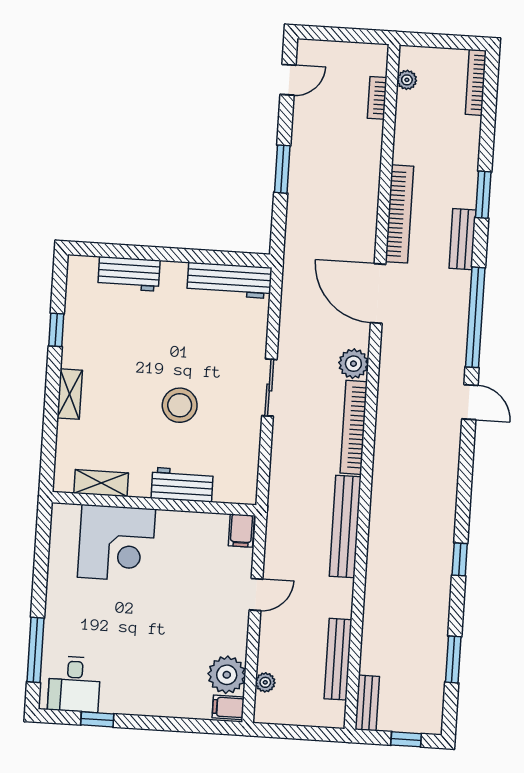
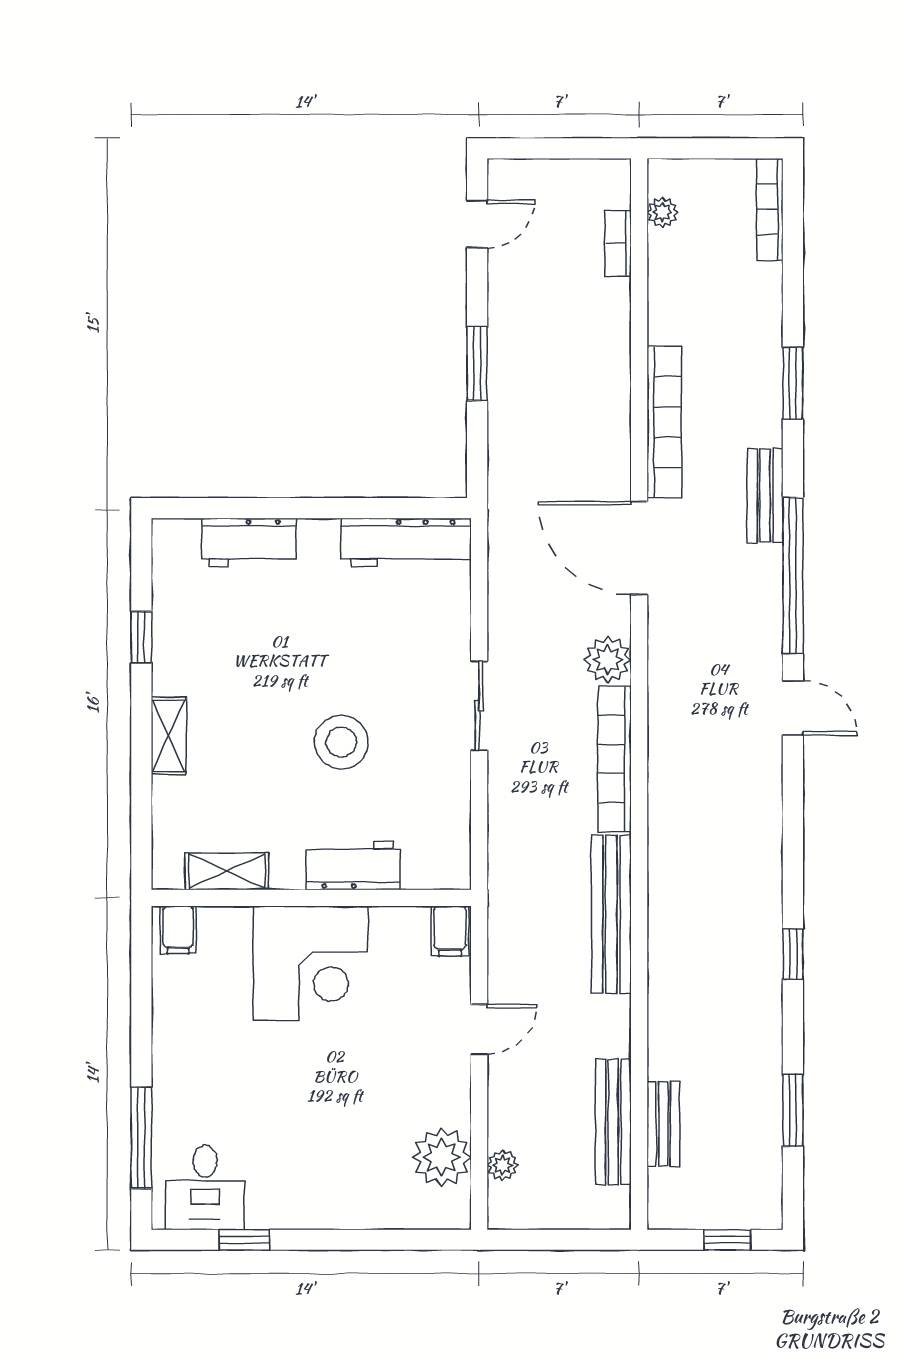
bench: (462, 239) -> (765, 495), moved
corner desk: (116, 543) -> (310, 963), moved
bench: (367, 703) -> (663, 1124), moved
filing cabinet: (228, 707) -> (178, 930), moved, turned -90

